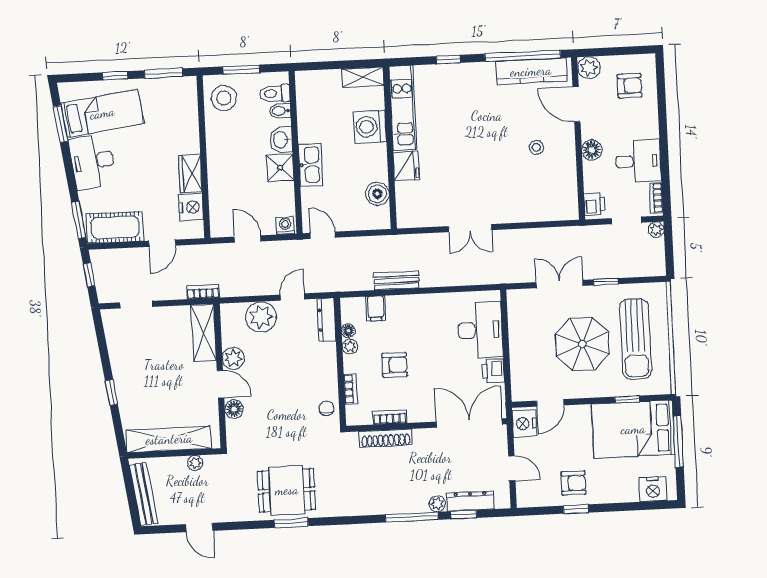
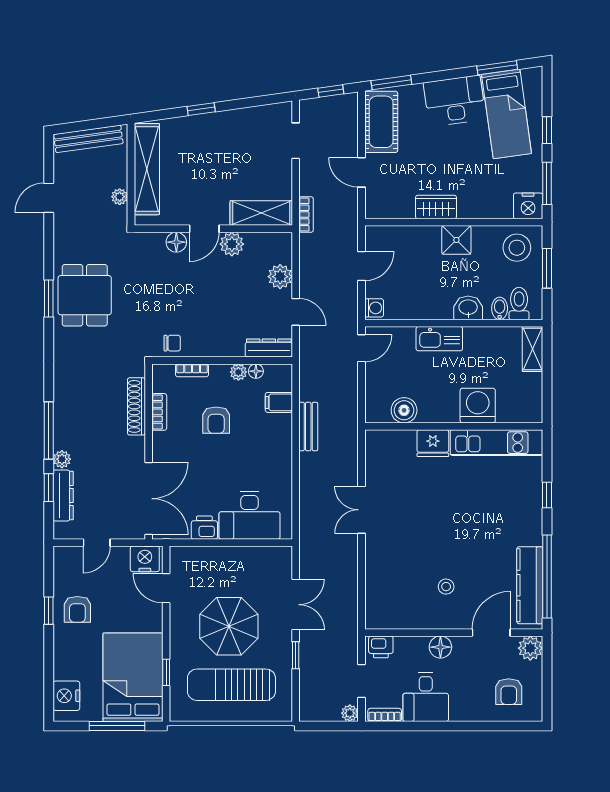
shelving: (363, 77) -> (532, 349), moved
shower: (280, 168) -> (456, 240), moved
nightstand: (191, 207) -> (528, 206), moved
plant: (261, 317) -> (280, 277), width x0.73, depth x0.73

